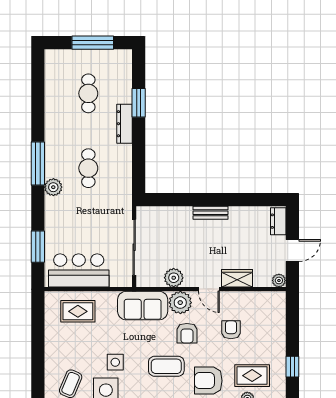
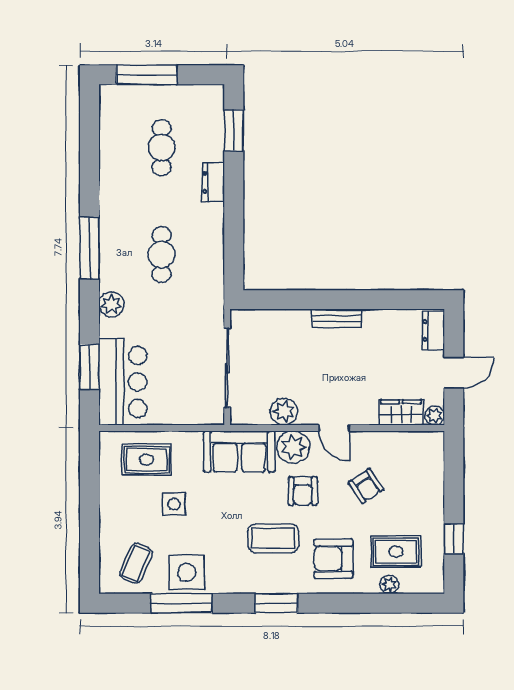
window: (93, 43) -> (147, 75), moved
window: (139, 103) -> (234, 130), moved
dresser: (124, 124) -> (213, 182), width x0.70
plant: (53, 187) -> (111, 305), moved
bar counter: (79, 270) -> (123, 382), moved, turned 90
wardrobe: (237, 278) -> (401, 412), moved
armchair: (231, 330) -> (366, 486), turned 146
side table: (115, 362) -> (174, 504), moved

